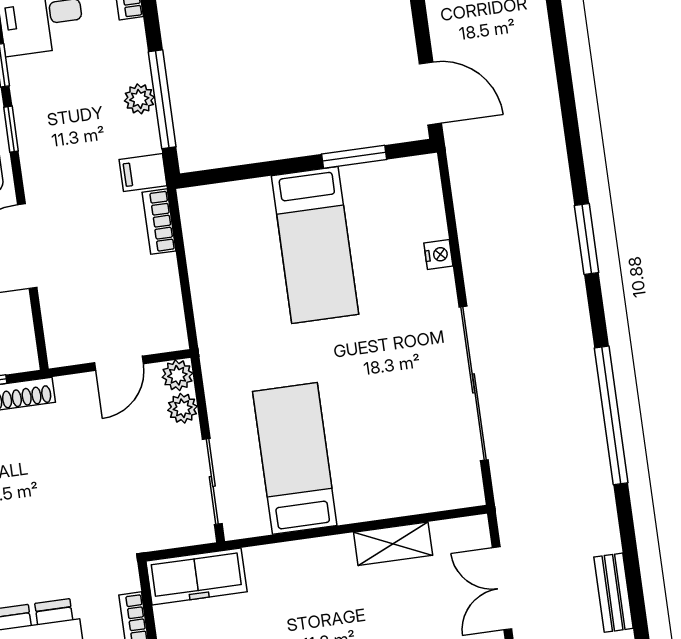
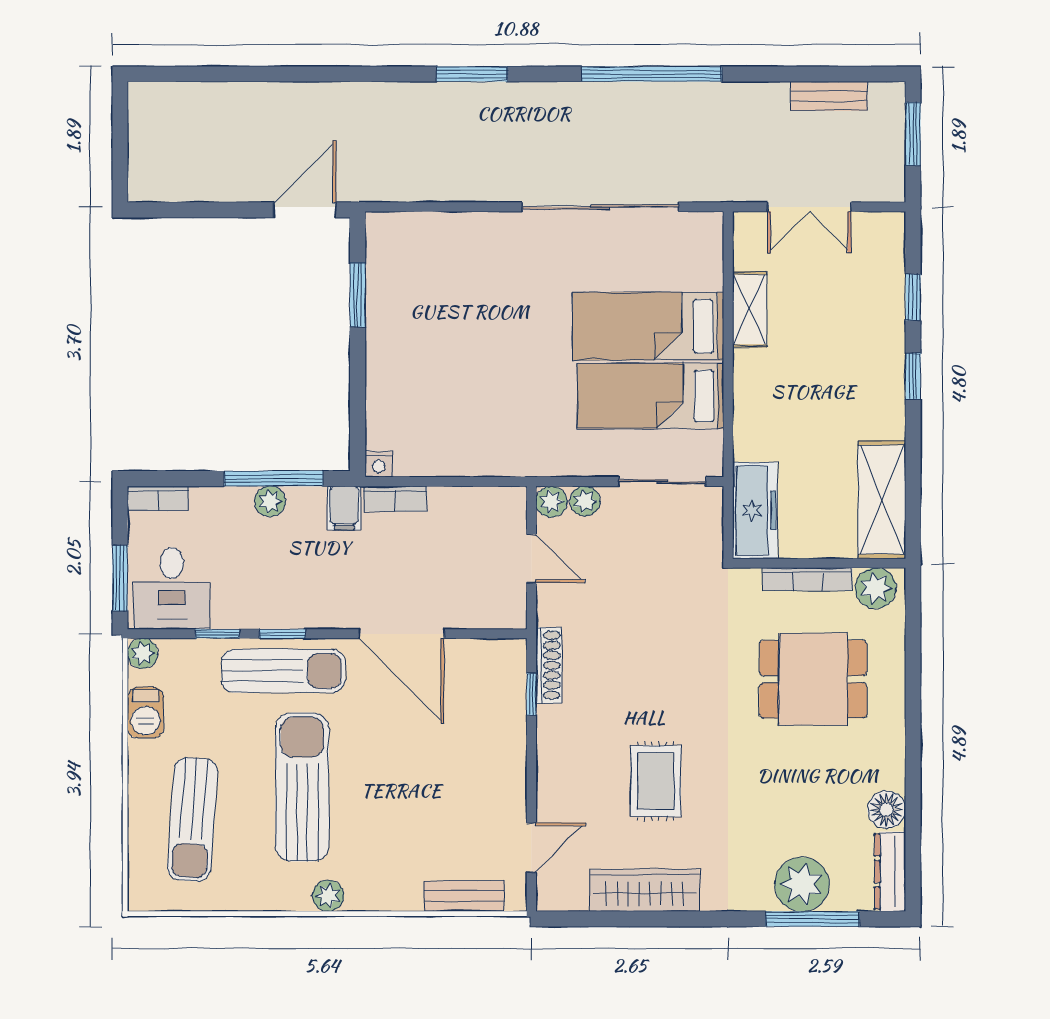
bed: (315, 245) -> (648, 326), moved, turned 180
nightstand: (438, 255) -> (379, 464), moved, turned 180

